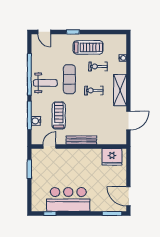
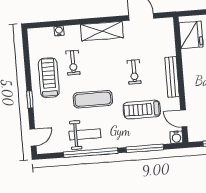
weight bench: (45, 83) -> (85, 134), moved, turned 90
exercise bike: (94, 90) -> (134, 72), moved
water cooler: (36, 121) -> (176, 137), moved

